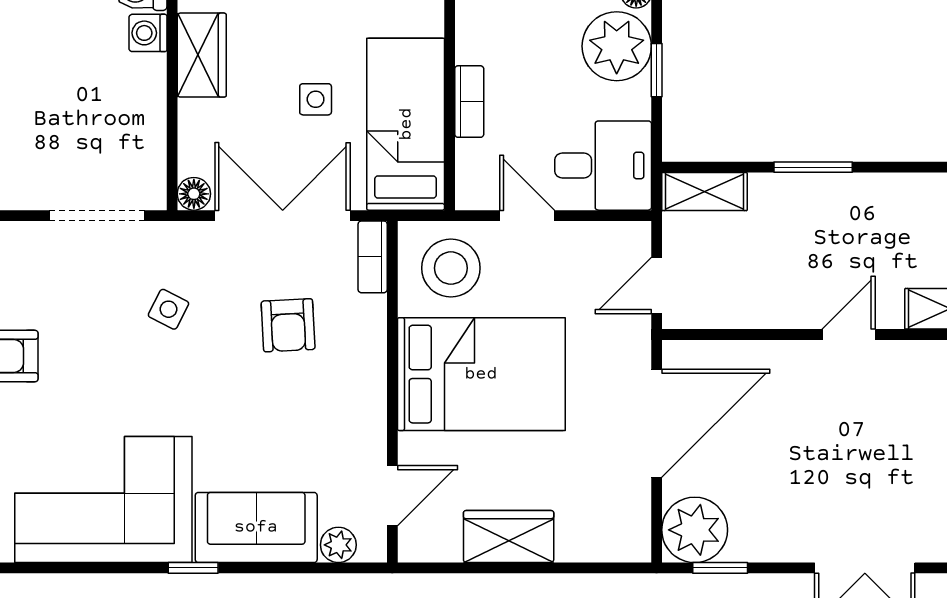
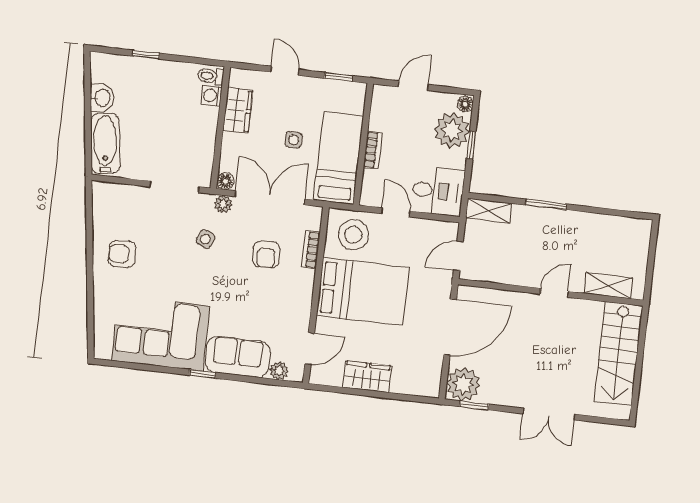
plant: (195, 238) -> (223, 204), added
bookcase: (373, 257) -> (311, 250), moved

